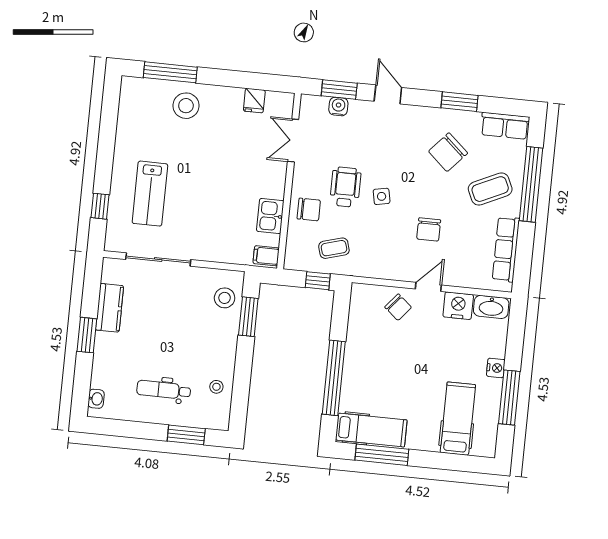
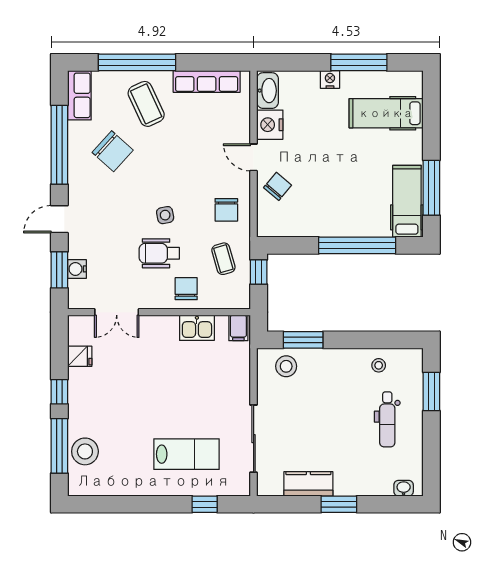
window: (222, 78) -> (59, 392), added
window: (459, 102) -> (59, 145), width x2.11
stool: (186, 106) -> (85, 451), moved
chair: (429, 229) -> (226, 210), moved, turned 90

